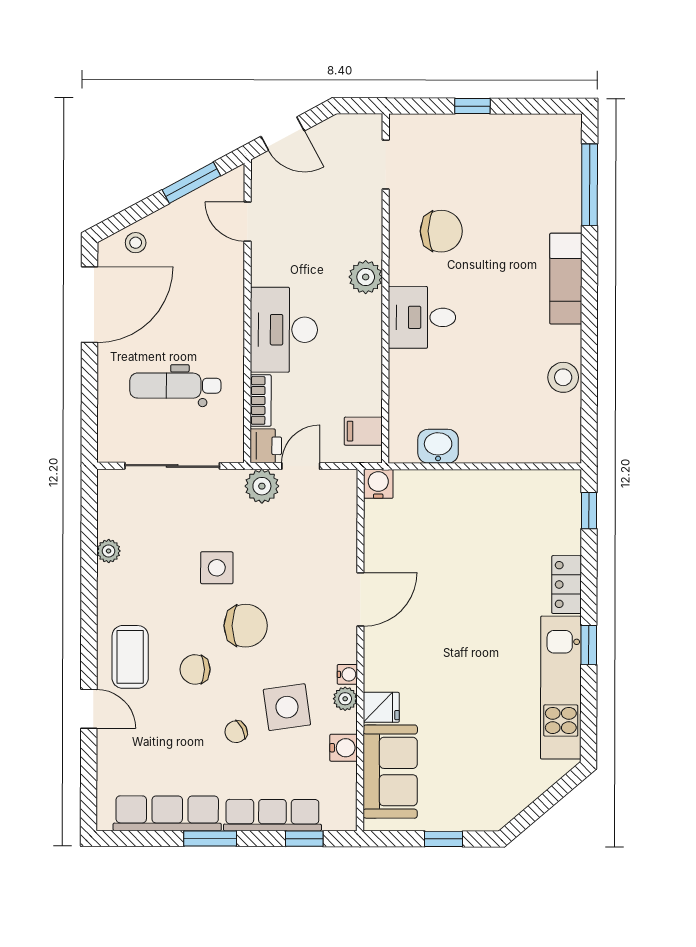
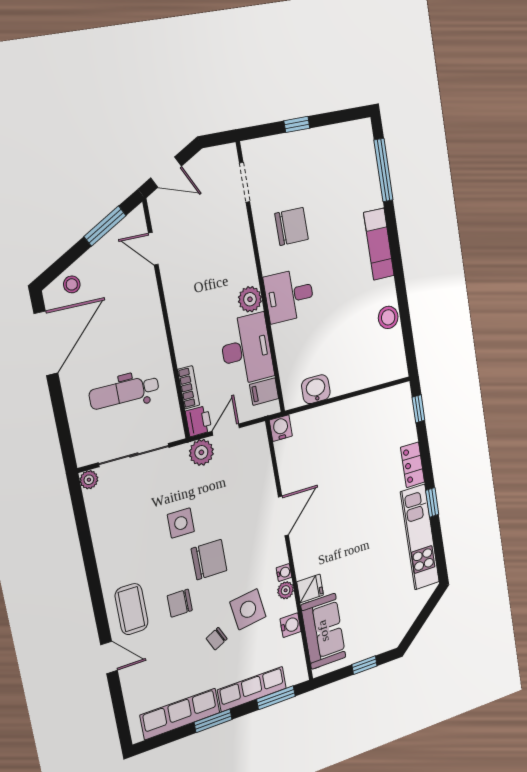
plant: (366, 277) -> (250, 299), moved
desk: (284, 330) -> (247, 349), moved, turned 180
plant: (109, 551) -> (89, 480), moved
window: (304, 839) -> (276, 698), width x1.50

